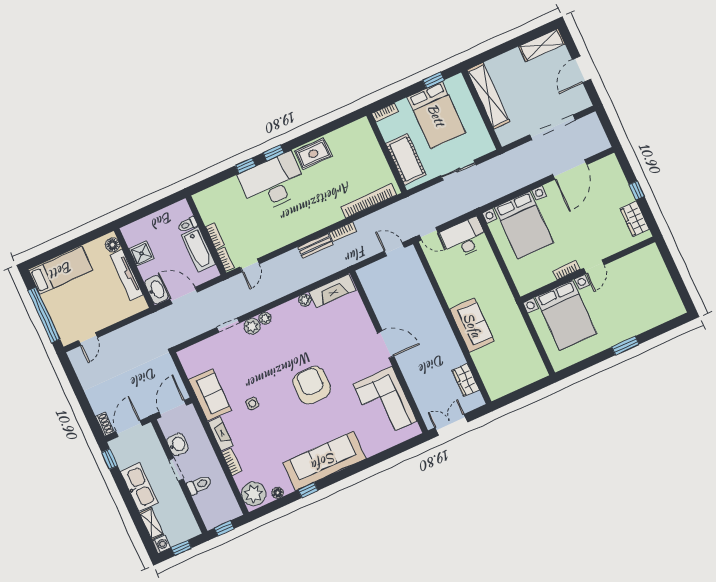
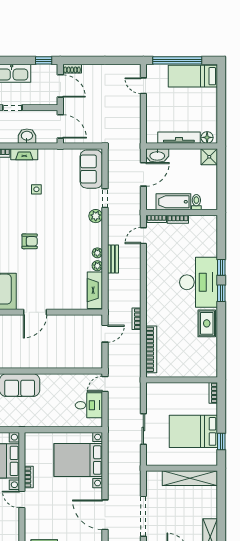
cot: (406, 159) -> (170, 393), removed
desk: (464, 238) -> (89, 405), width x0.73
bench: (315, 246) -> (113, 259), moved
door: (394, 249) -> (105, 334), moved
shower: (142, 254) -> (209, 157), moved
door: (250, 265) -> (143, 236), hinge flipped
bed: (61, 270) -> (193, 76), moved, turned 90
plant: (265, 318) -> (97, 253), moved
armchair: (312, 385) -> (30, 241), width x0.53, depth x0.53
sofa: (210, 395) -> (91, 169), moved, turned 90
washbasin: (177, 444) -> (27, 136), moved, turned 180

